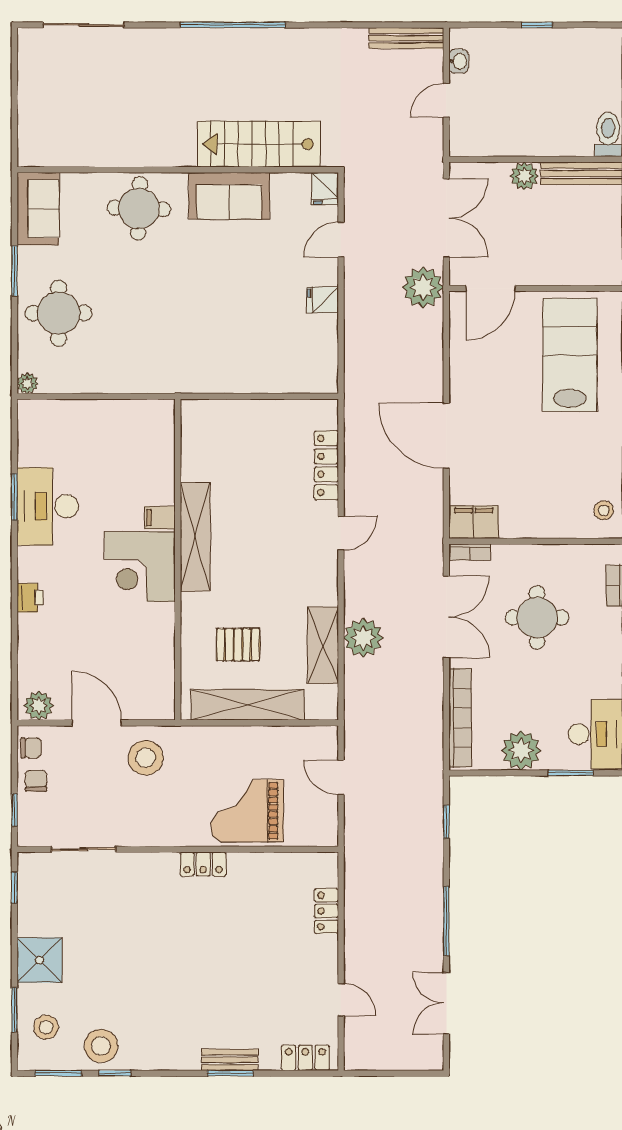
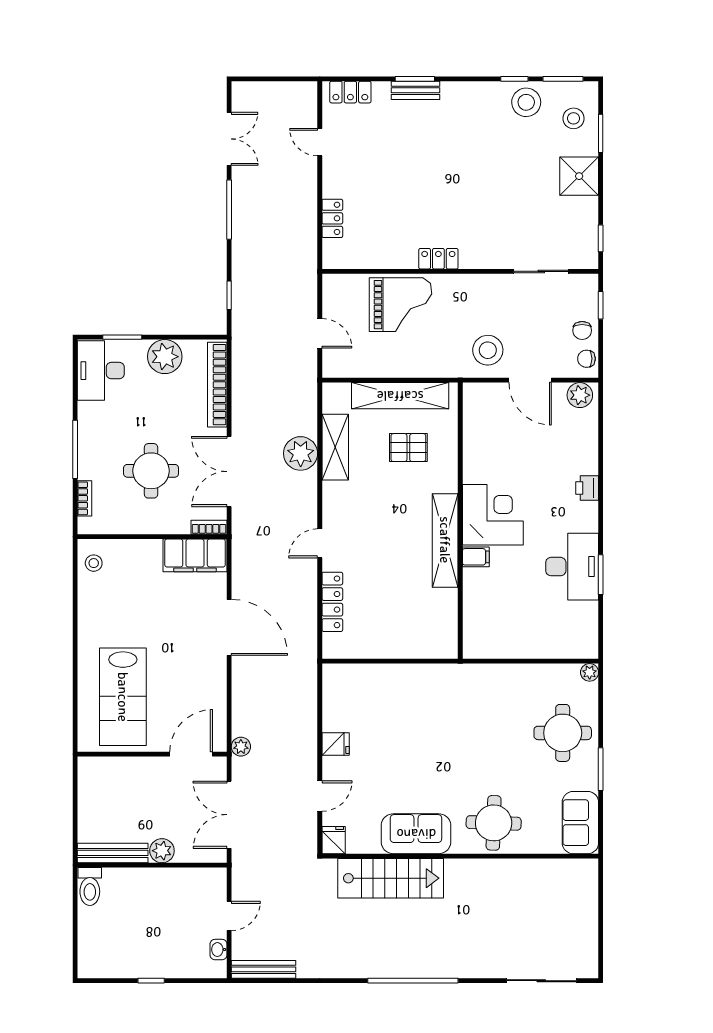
plant: (423, 287) -> (241, 747), width x0.53, depth x0.53
filing cabinet: (474, 522) -> (195, 555), width x1.50, depth x1.17

